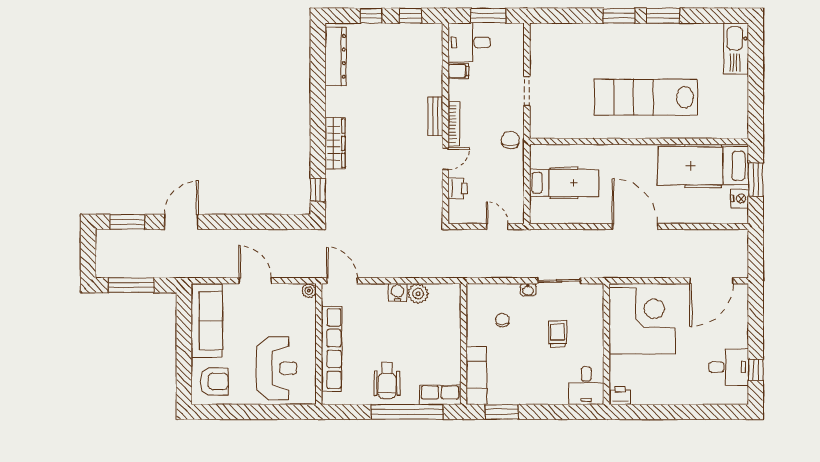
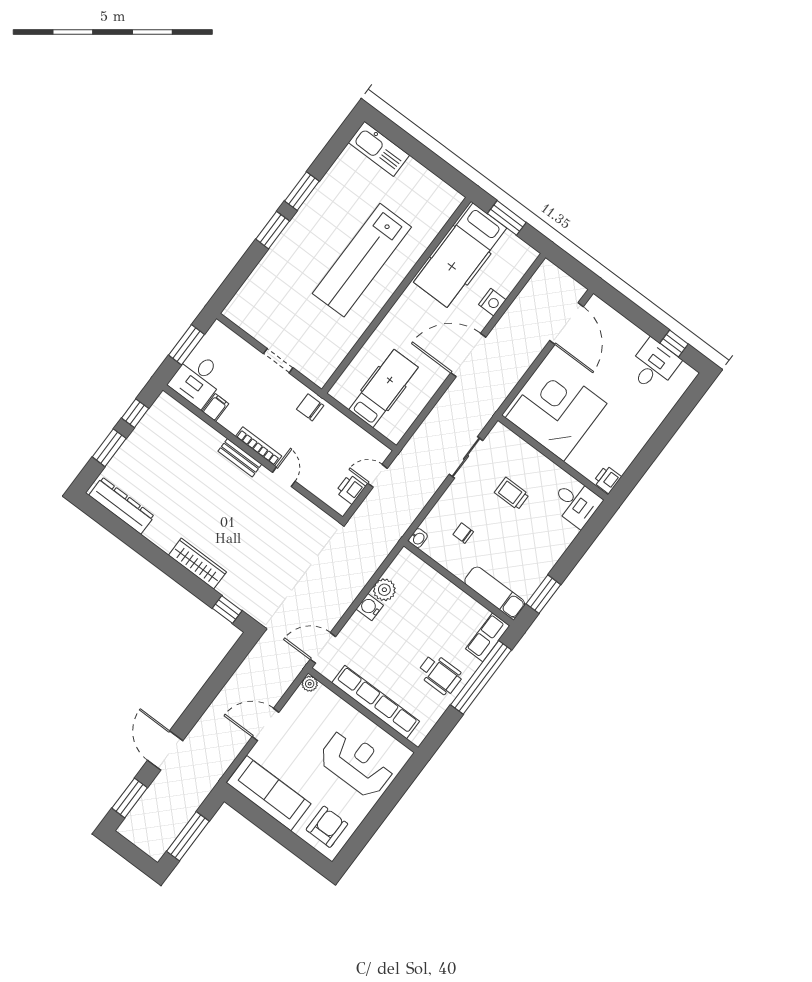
window: (371, 16) -> (109, 448), width x1.50
printer: (458, 188) -> (351, 489), moved, turned -90
nightstand: (740, 199) -> (492, 302), moved, turned 90
washbasin: (528, 290) -> (418, 538), moved

